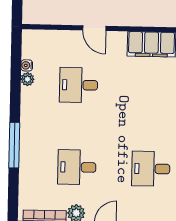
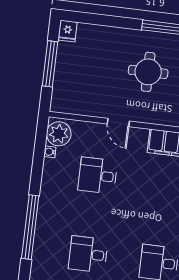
plant: (27, 79) -> (59, 134), moved, width x1.88, depth x1.88
window: (14, 145) -> (30, 227), width x1.46

